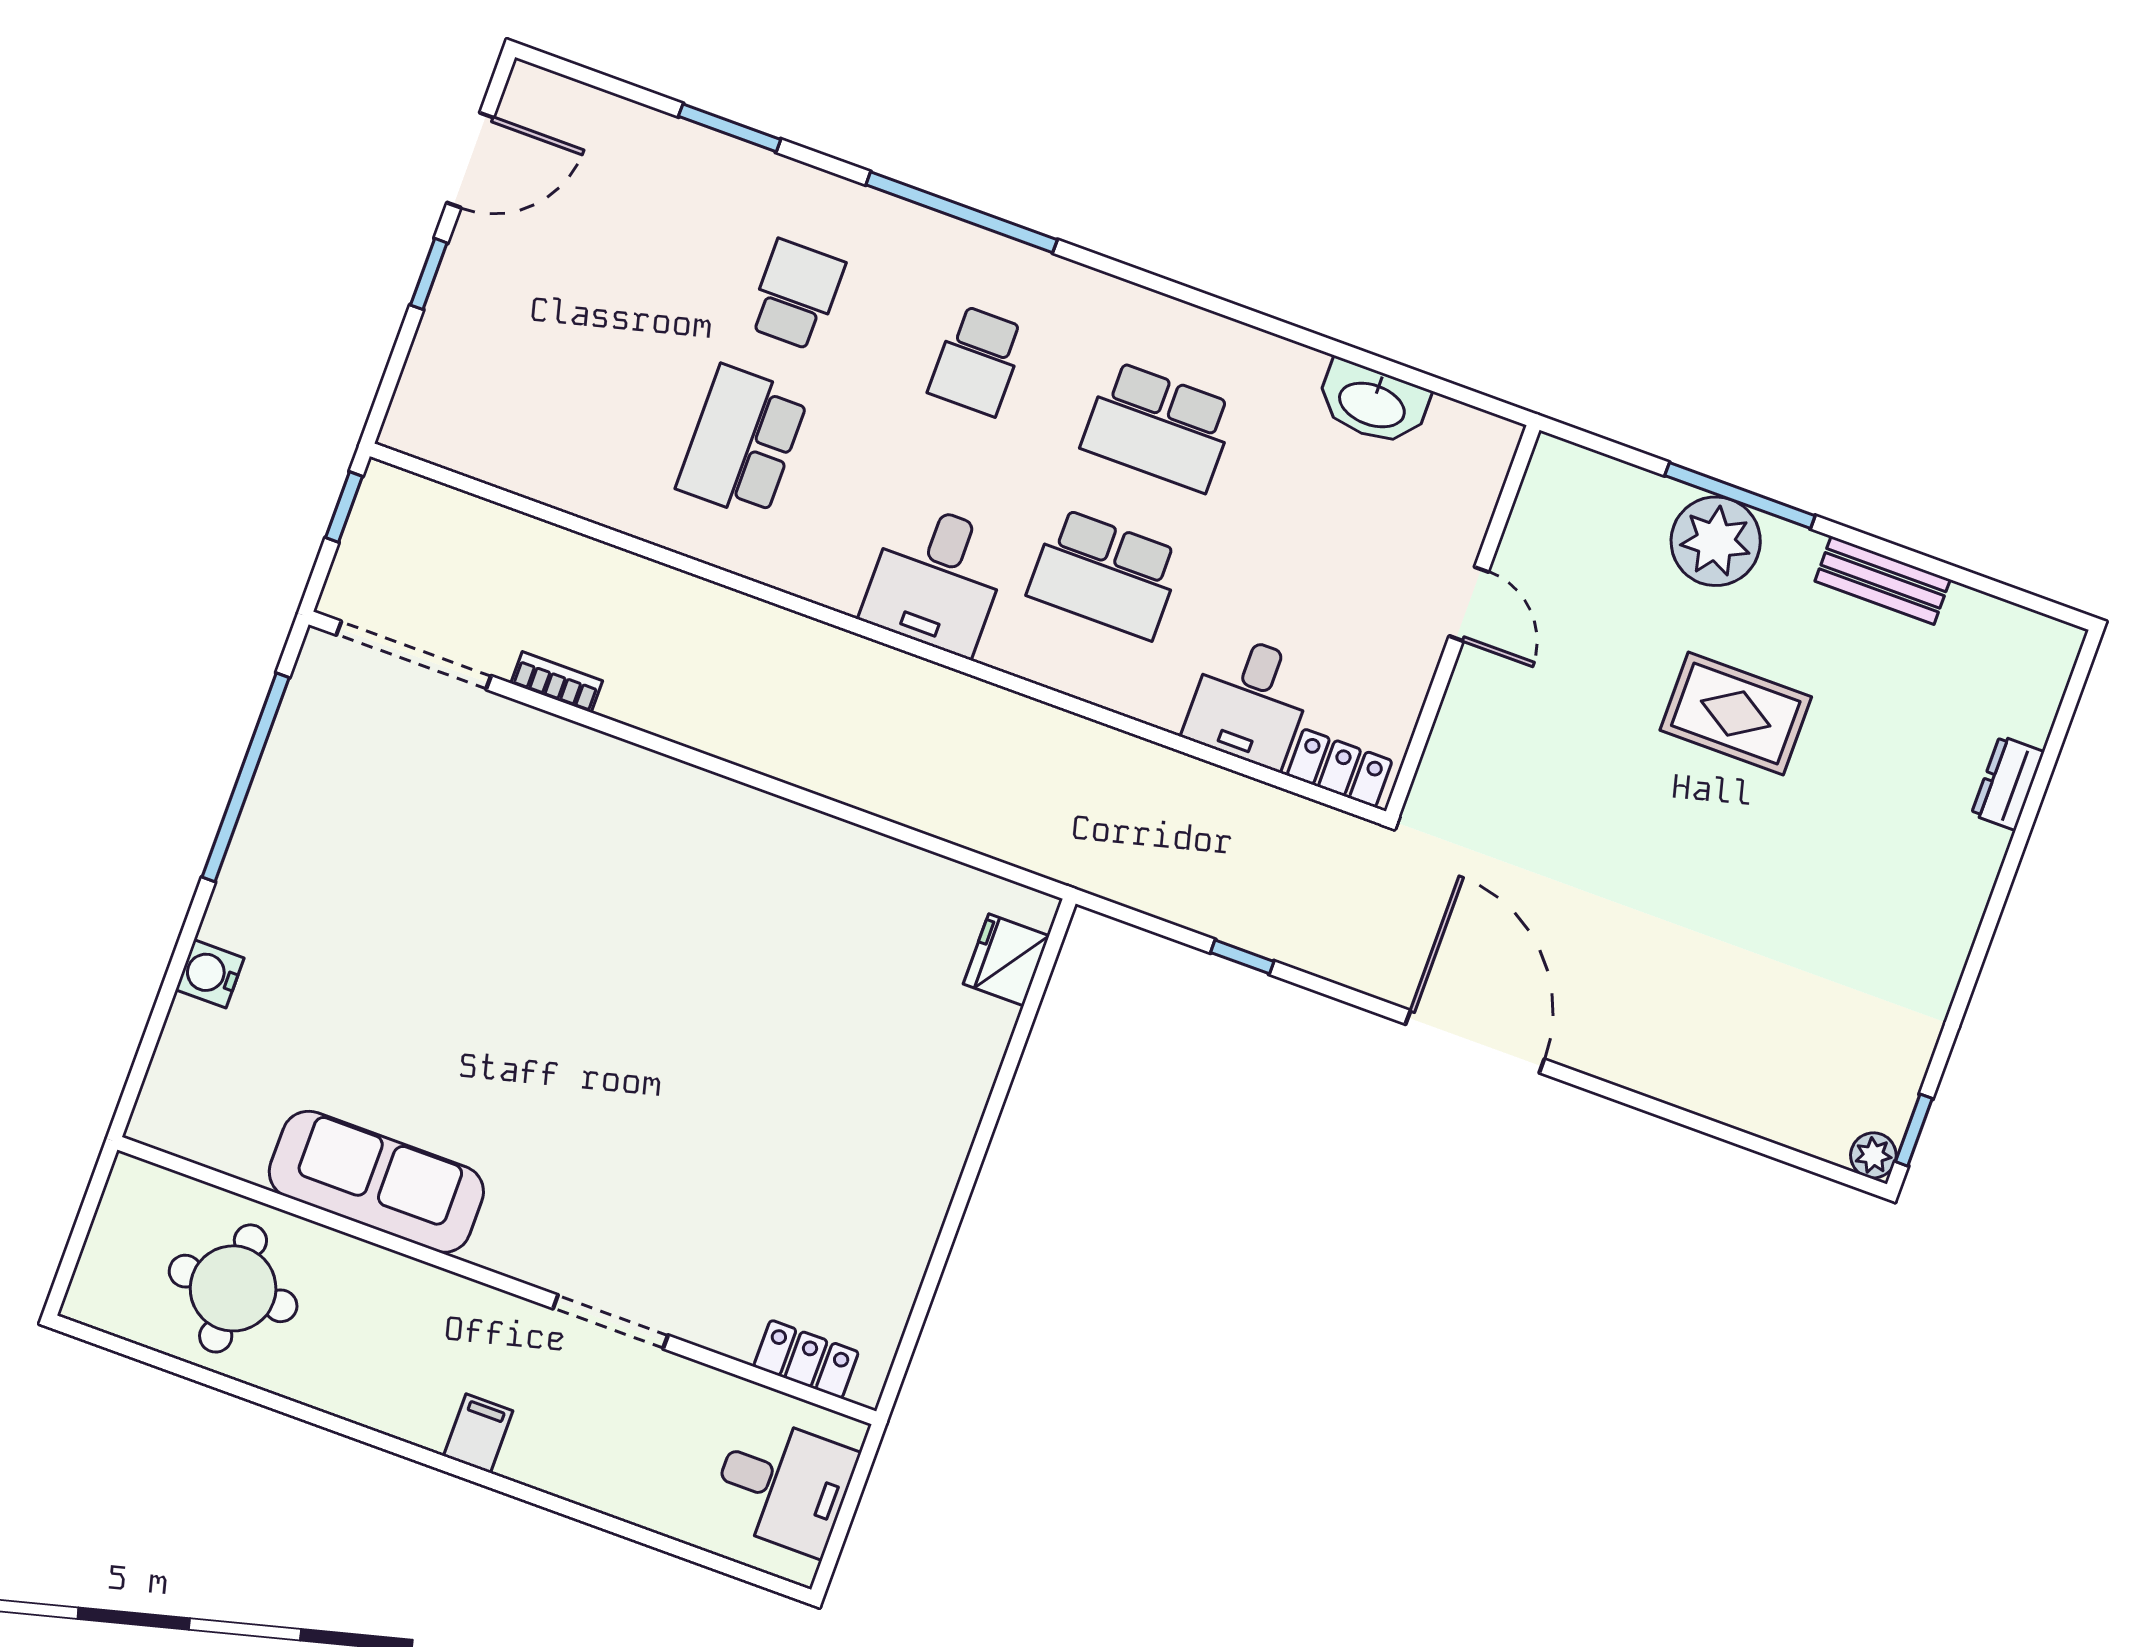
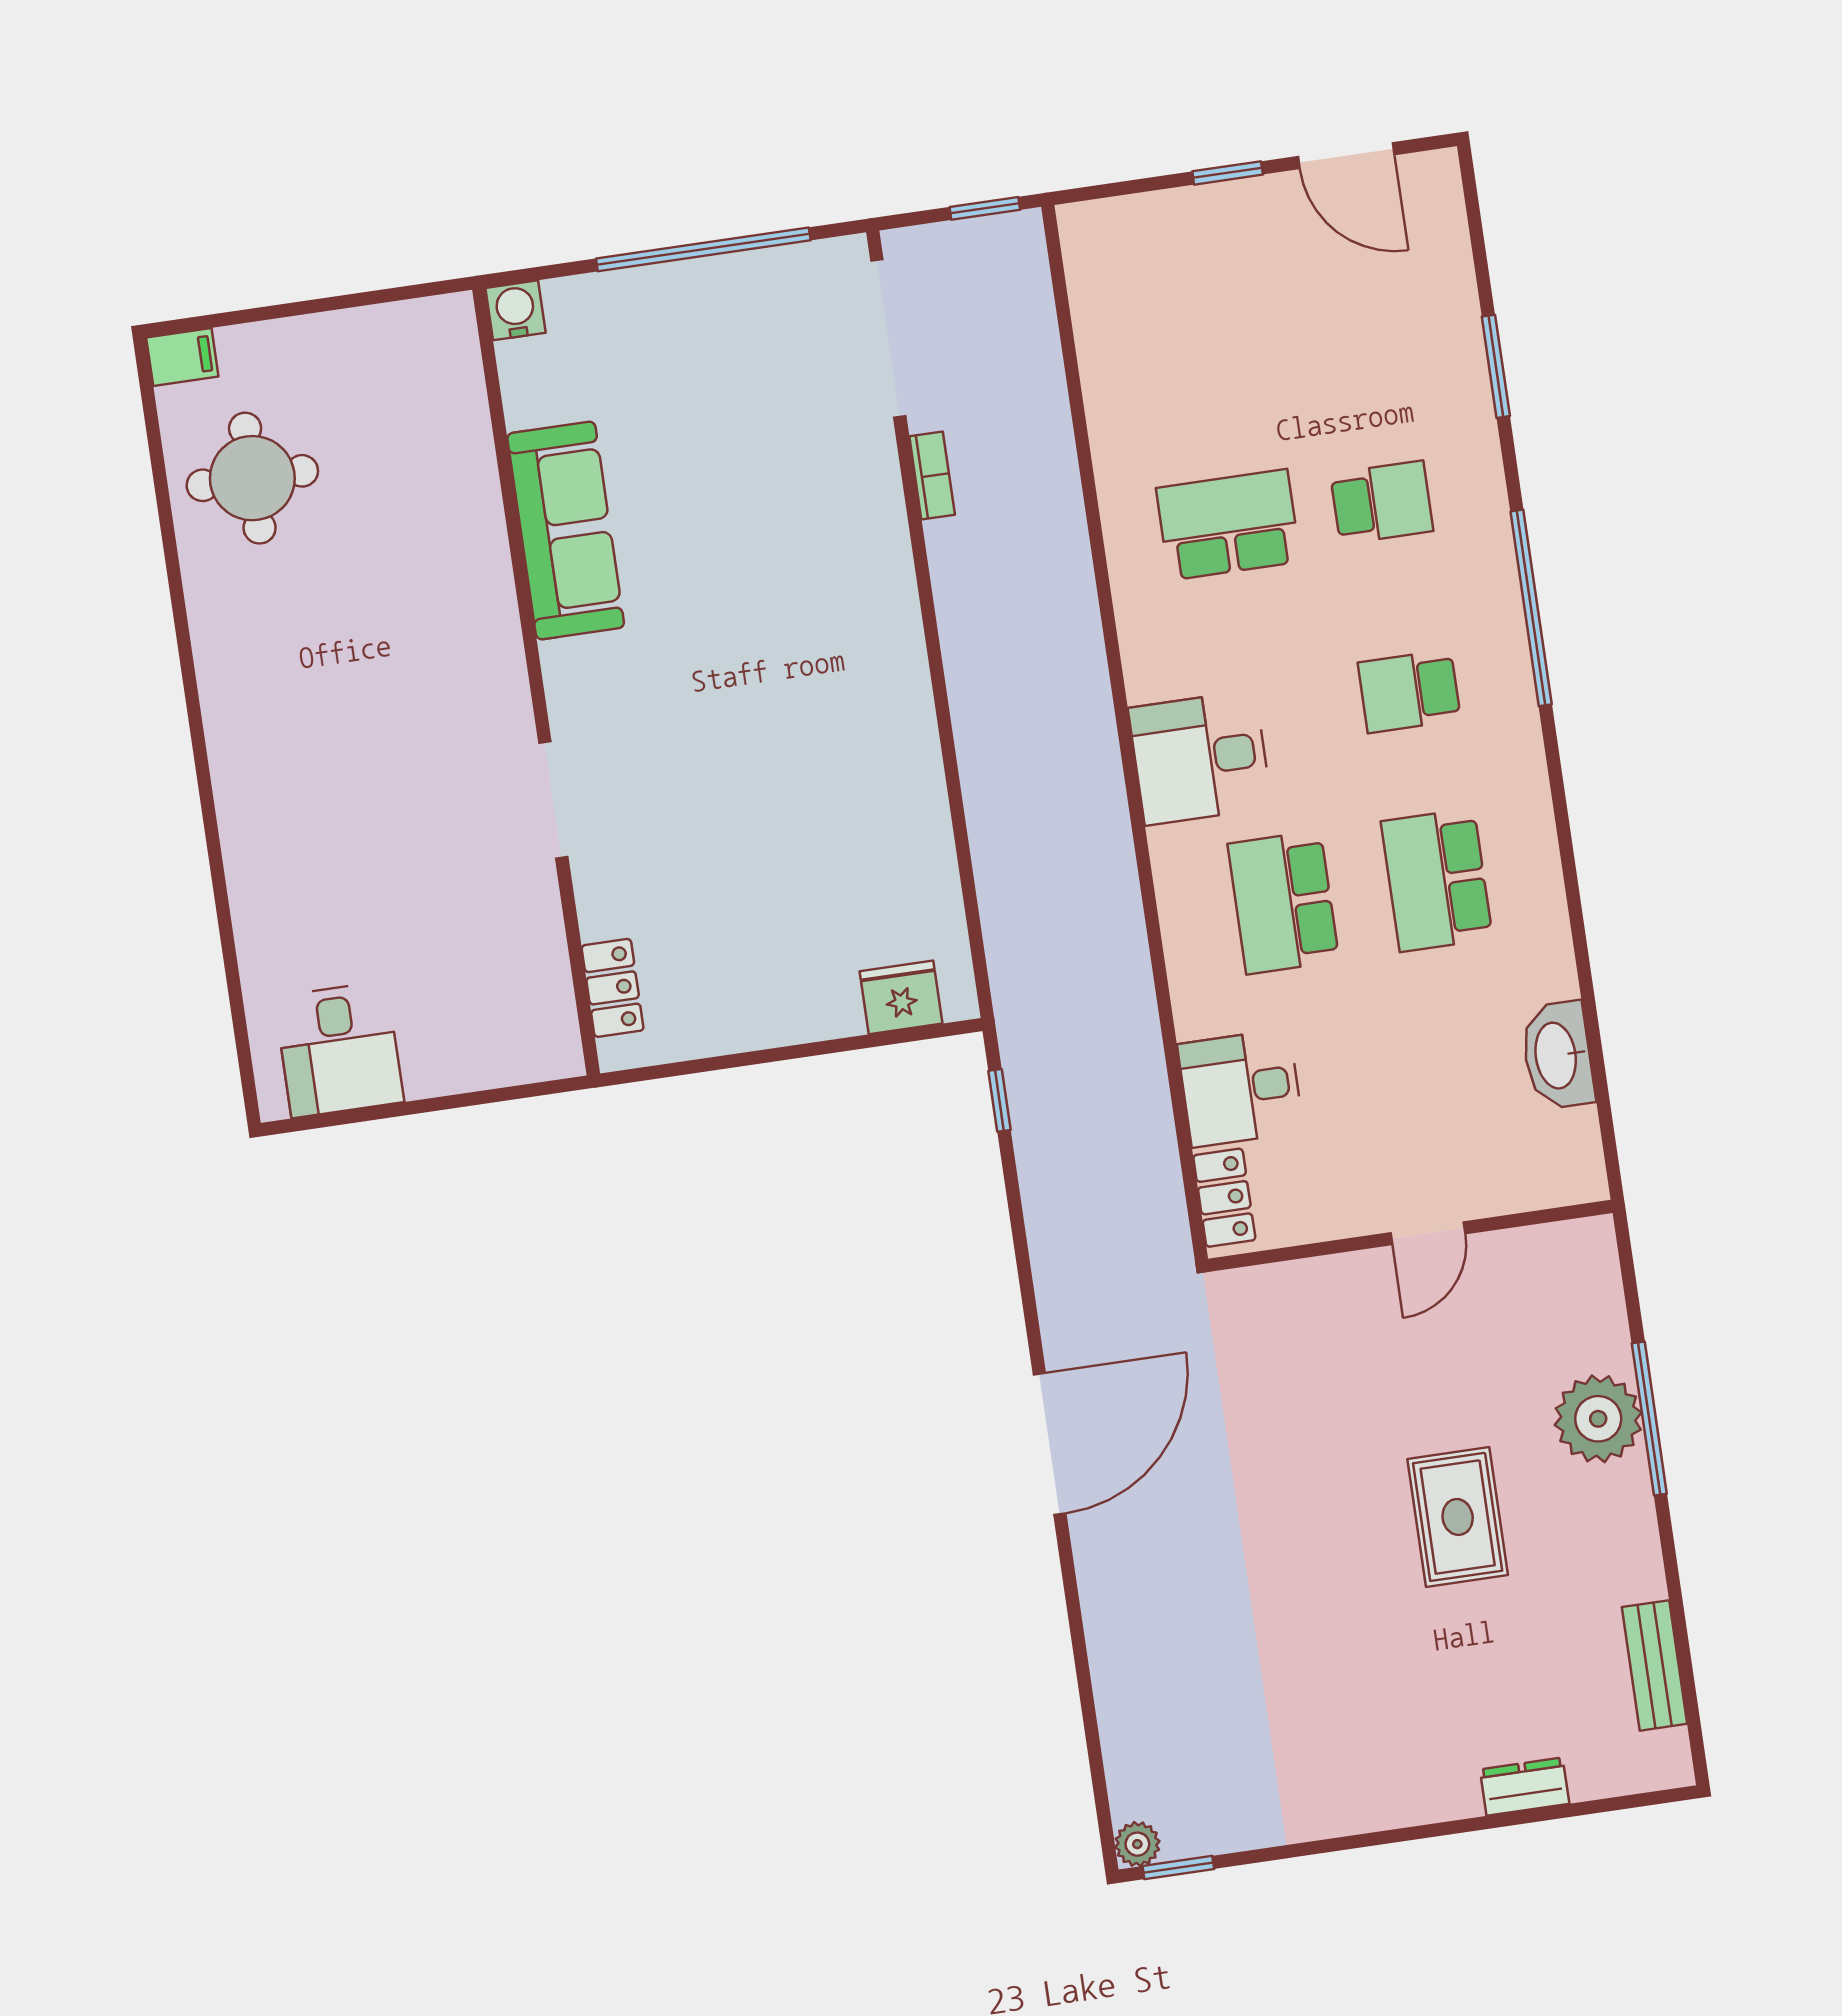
bench: (1883, 580) -> (1654, 1665), moved
window: (1242, 957) -> (999, 1100), moved
sofa: (376, 1182) -> (566, 531), moved
wall: (497, 1281) -> (536, 682), moved
doorway: (610, 1322) -> (553, 800), moved
locker: (806, 1359) -> (613, 988), moved
filing cabinet: (478, 1433) -> (182, 357), moved

